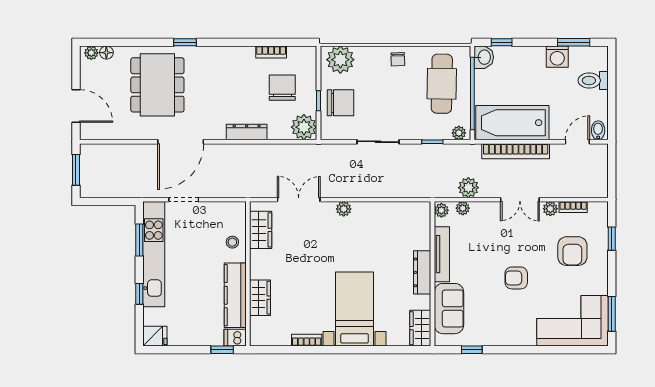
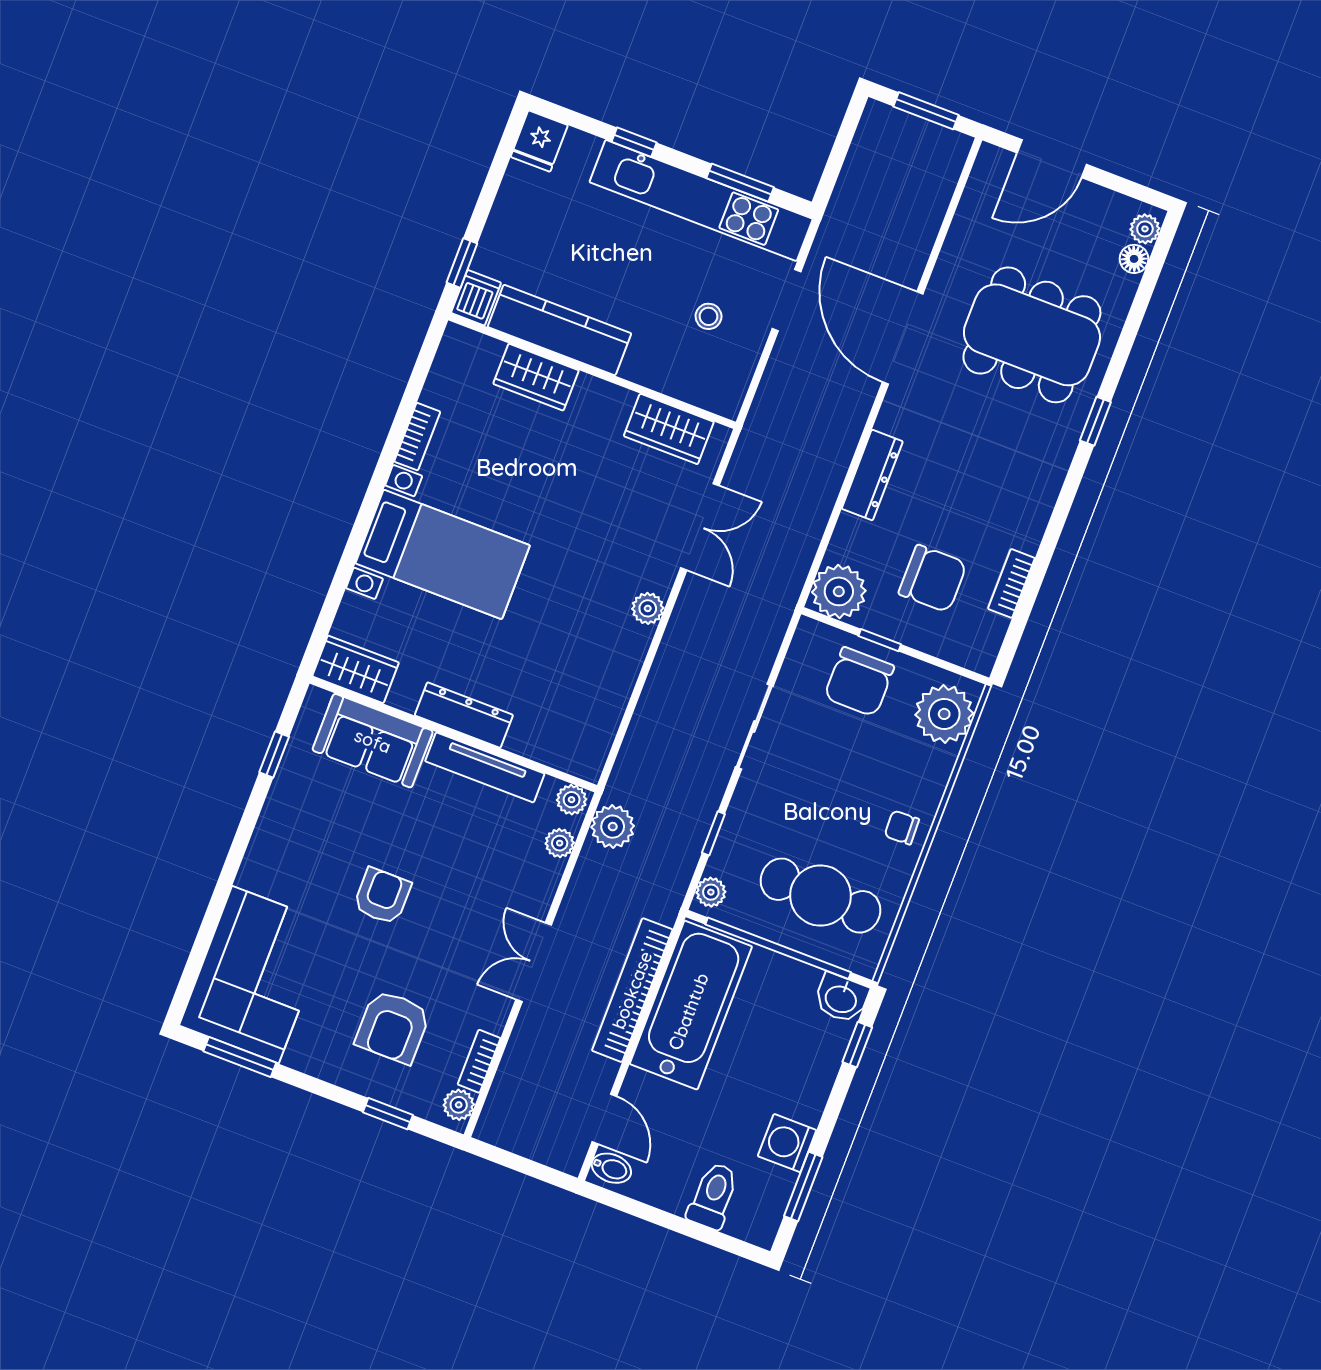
plant: (468, 188) -> (613, 827), moved
plant: (550, 209) -> (459, 1105), moved
stool: (232, 242) -> (709, 316), moved
armchair: (572, 251) -> (393, 1027), turned -90

